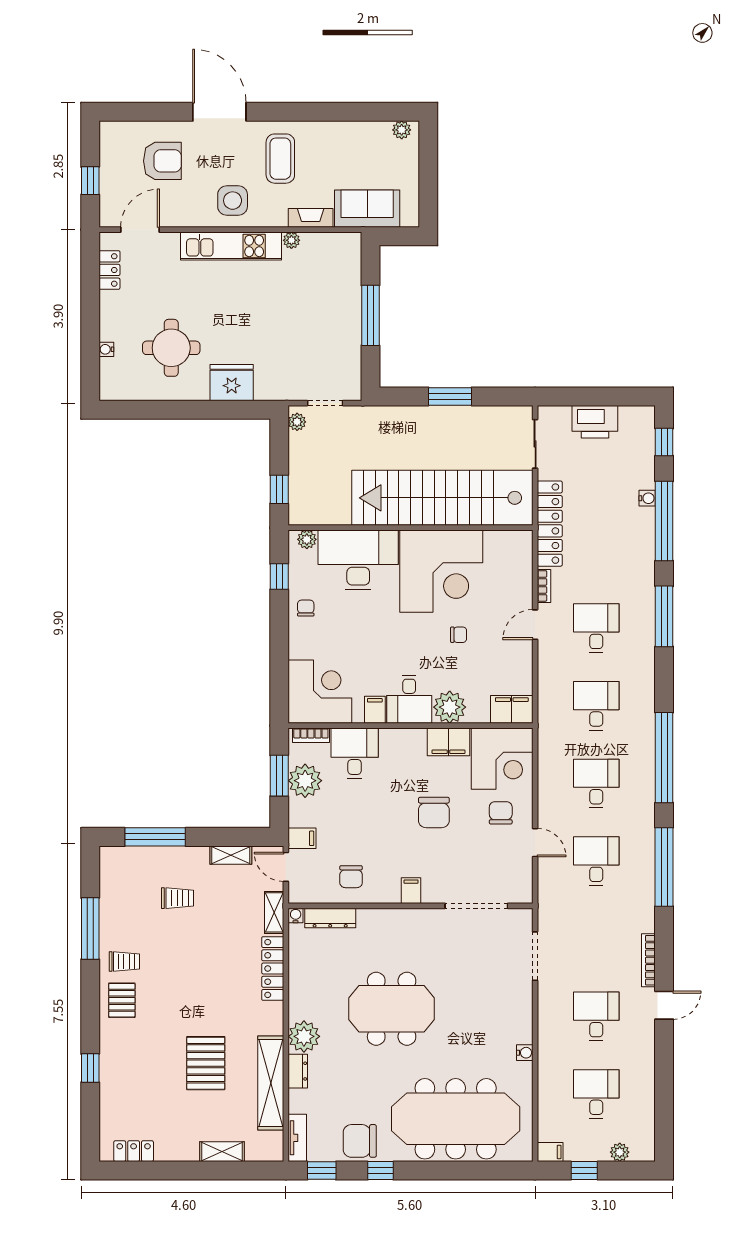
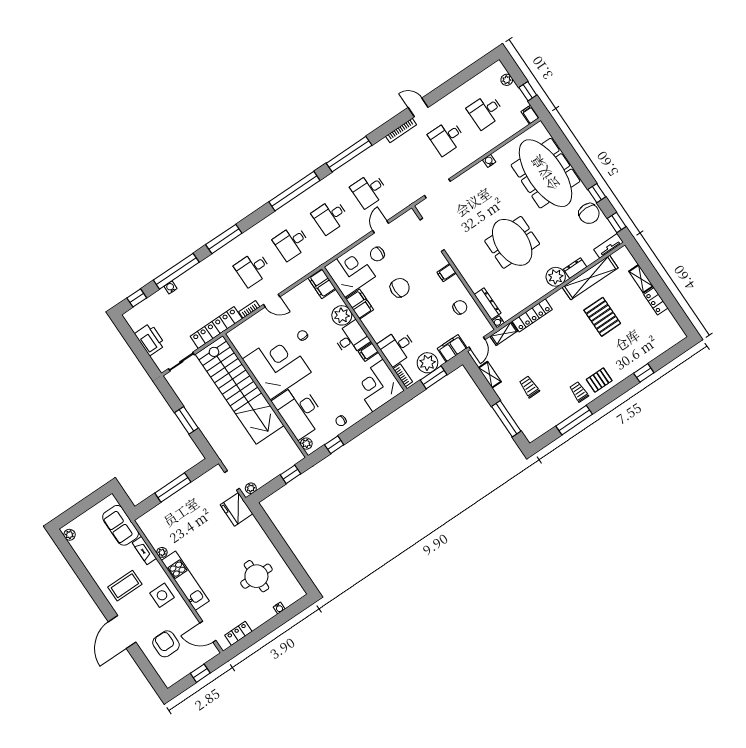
fridge: (232, 383) -> (237, 509), moved
filing cabinet: (302, 838) -> (452, 348), width x2.00
pallet: (206, 1063) -> (602, 317), turned 90
locker: (134, 1151) -> (656, 301), moved

